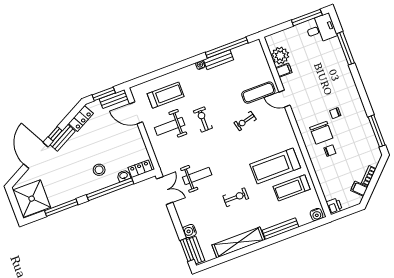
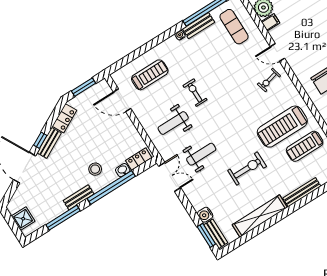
exercise mat: (258, 93) -> (234, 27), moved, turned 90
bench: (114, 99) -> (79, 197), moved
exercise bike: (245, 121) -> (269, 80), moved
weight bench: (170, 126) -> (173, 123), moved
exercise bike: (236, 197) -> (247, 169), width x1.38, depth x1.39
shower: (32, 199) -> (23, 219), width x0.54, depth x0.54

